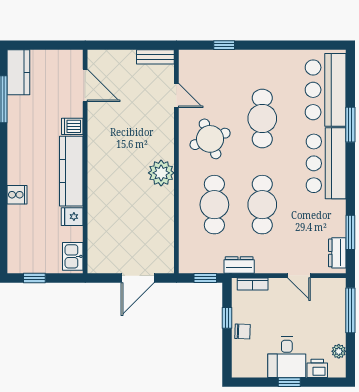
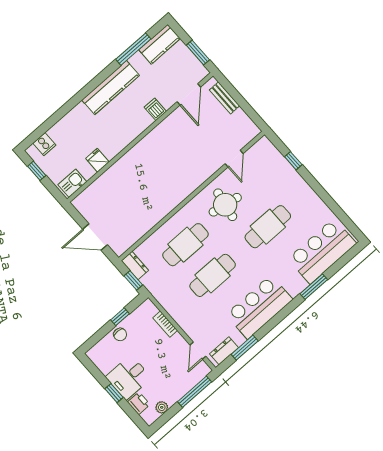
window: (55, 45) -> (198, 53), added
bench: (155, 57) -> (225, 98), moved
round table: (210, 139) -> (225, 205), turned 31
bar counter: (326, 163) -> (259, 307), moved
kitchen counter: (71, 171) -> (111, 88), moved, turned 180
plant: (161, 173) -> (176, 193), removed
cooker: (17, 195) -> (44, 144), moved
dresser: (239, 265) -> (135, 266), moved
door: (299, 276) -> (198, 351), moved
bookcase: (253, 284) -> (165, 324), moved

